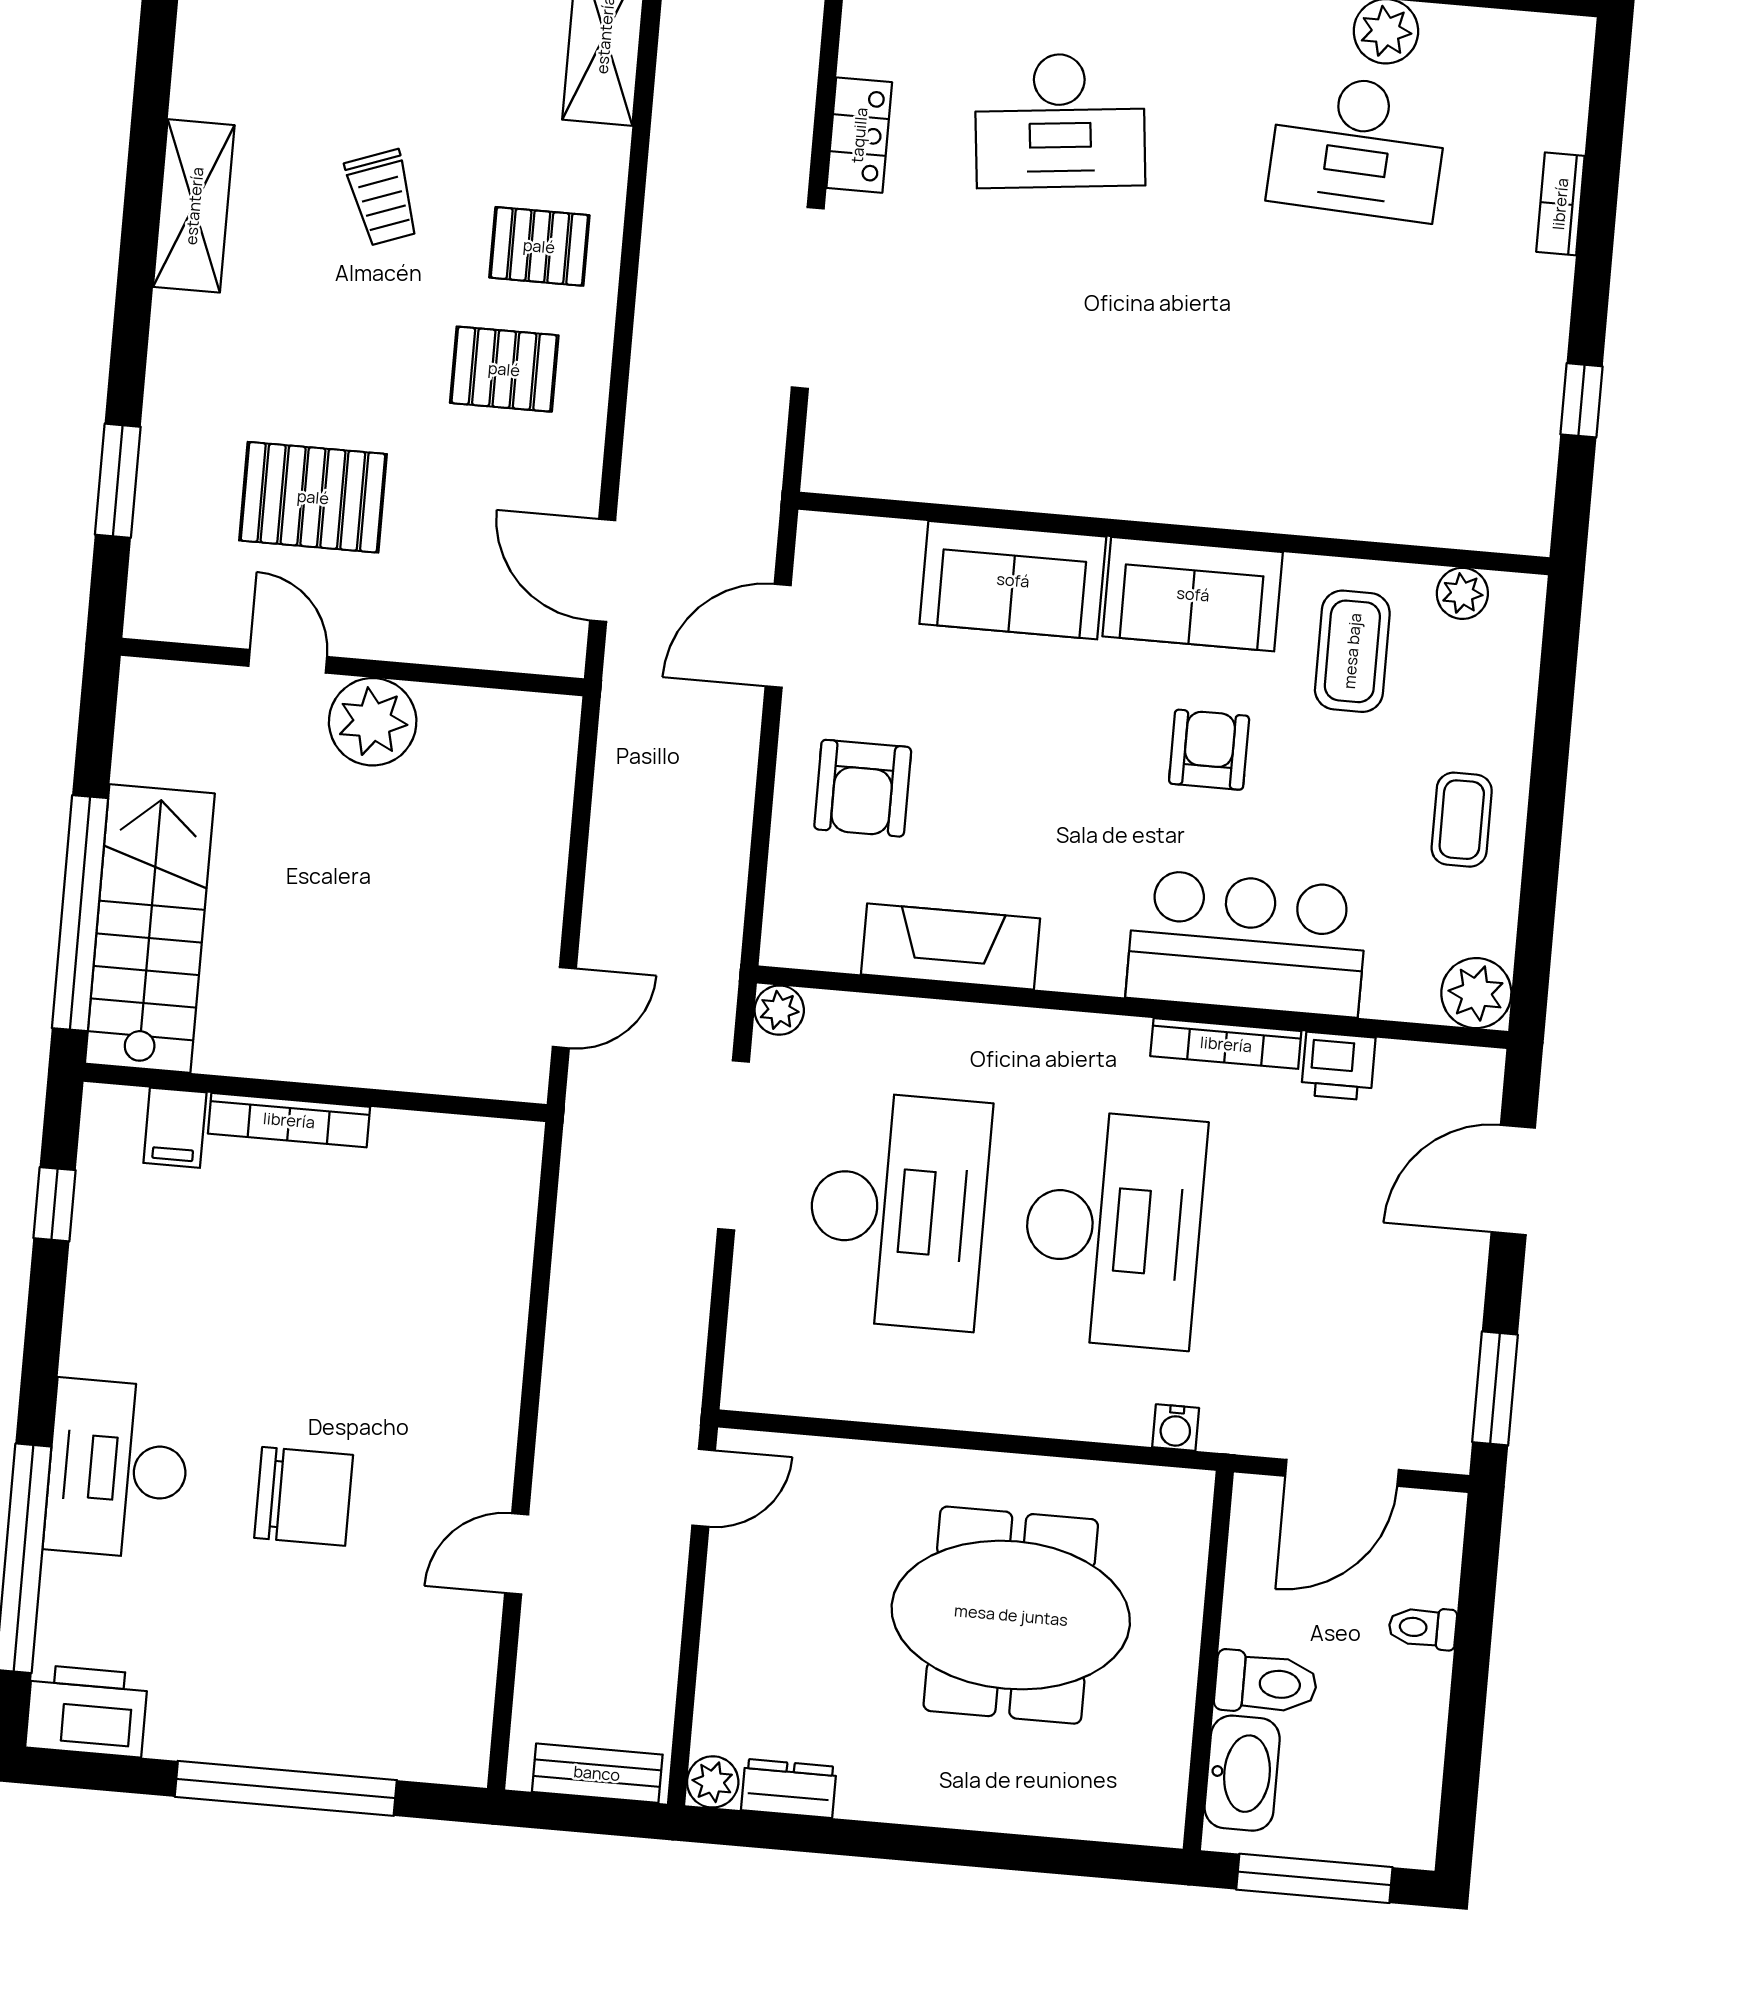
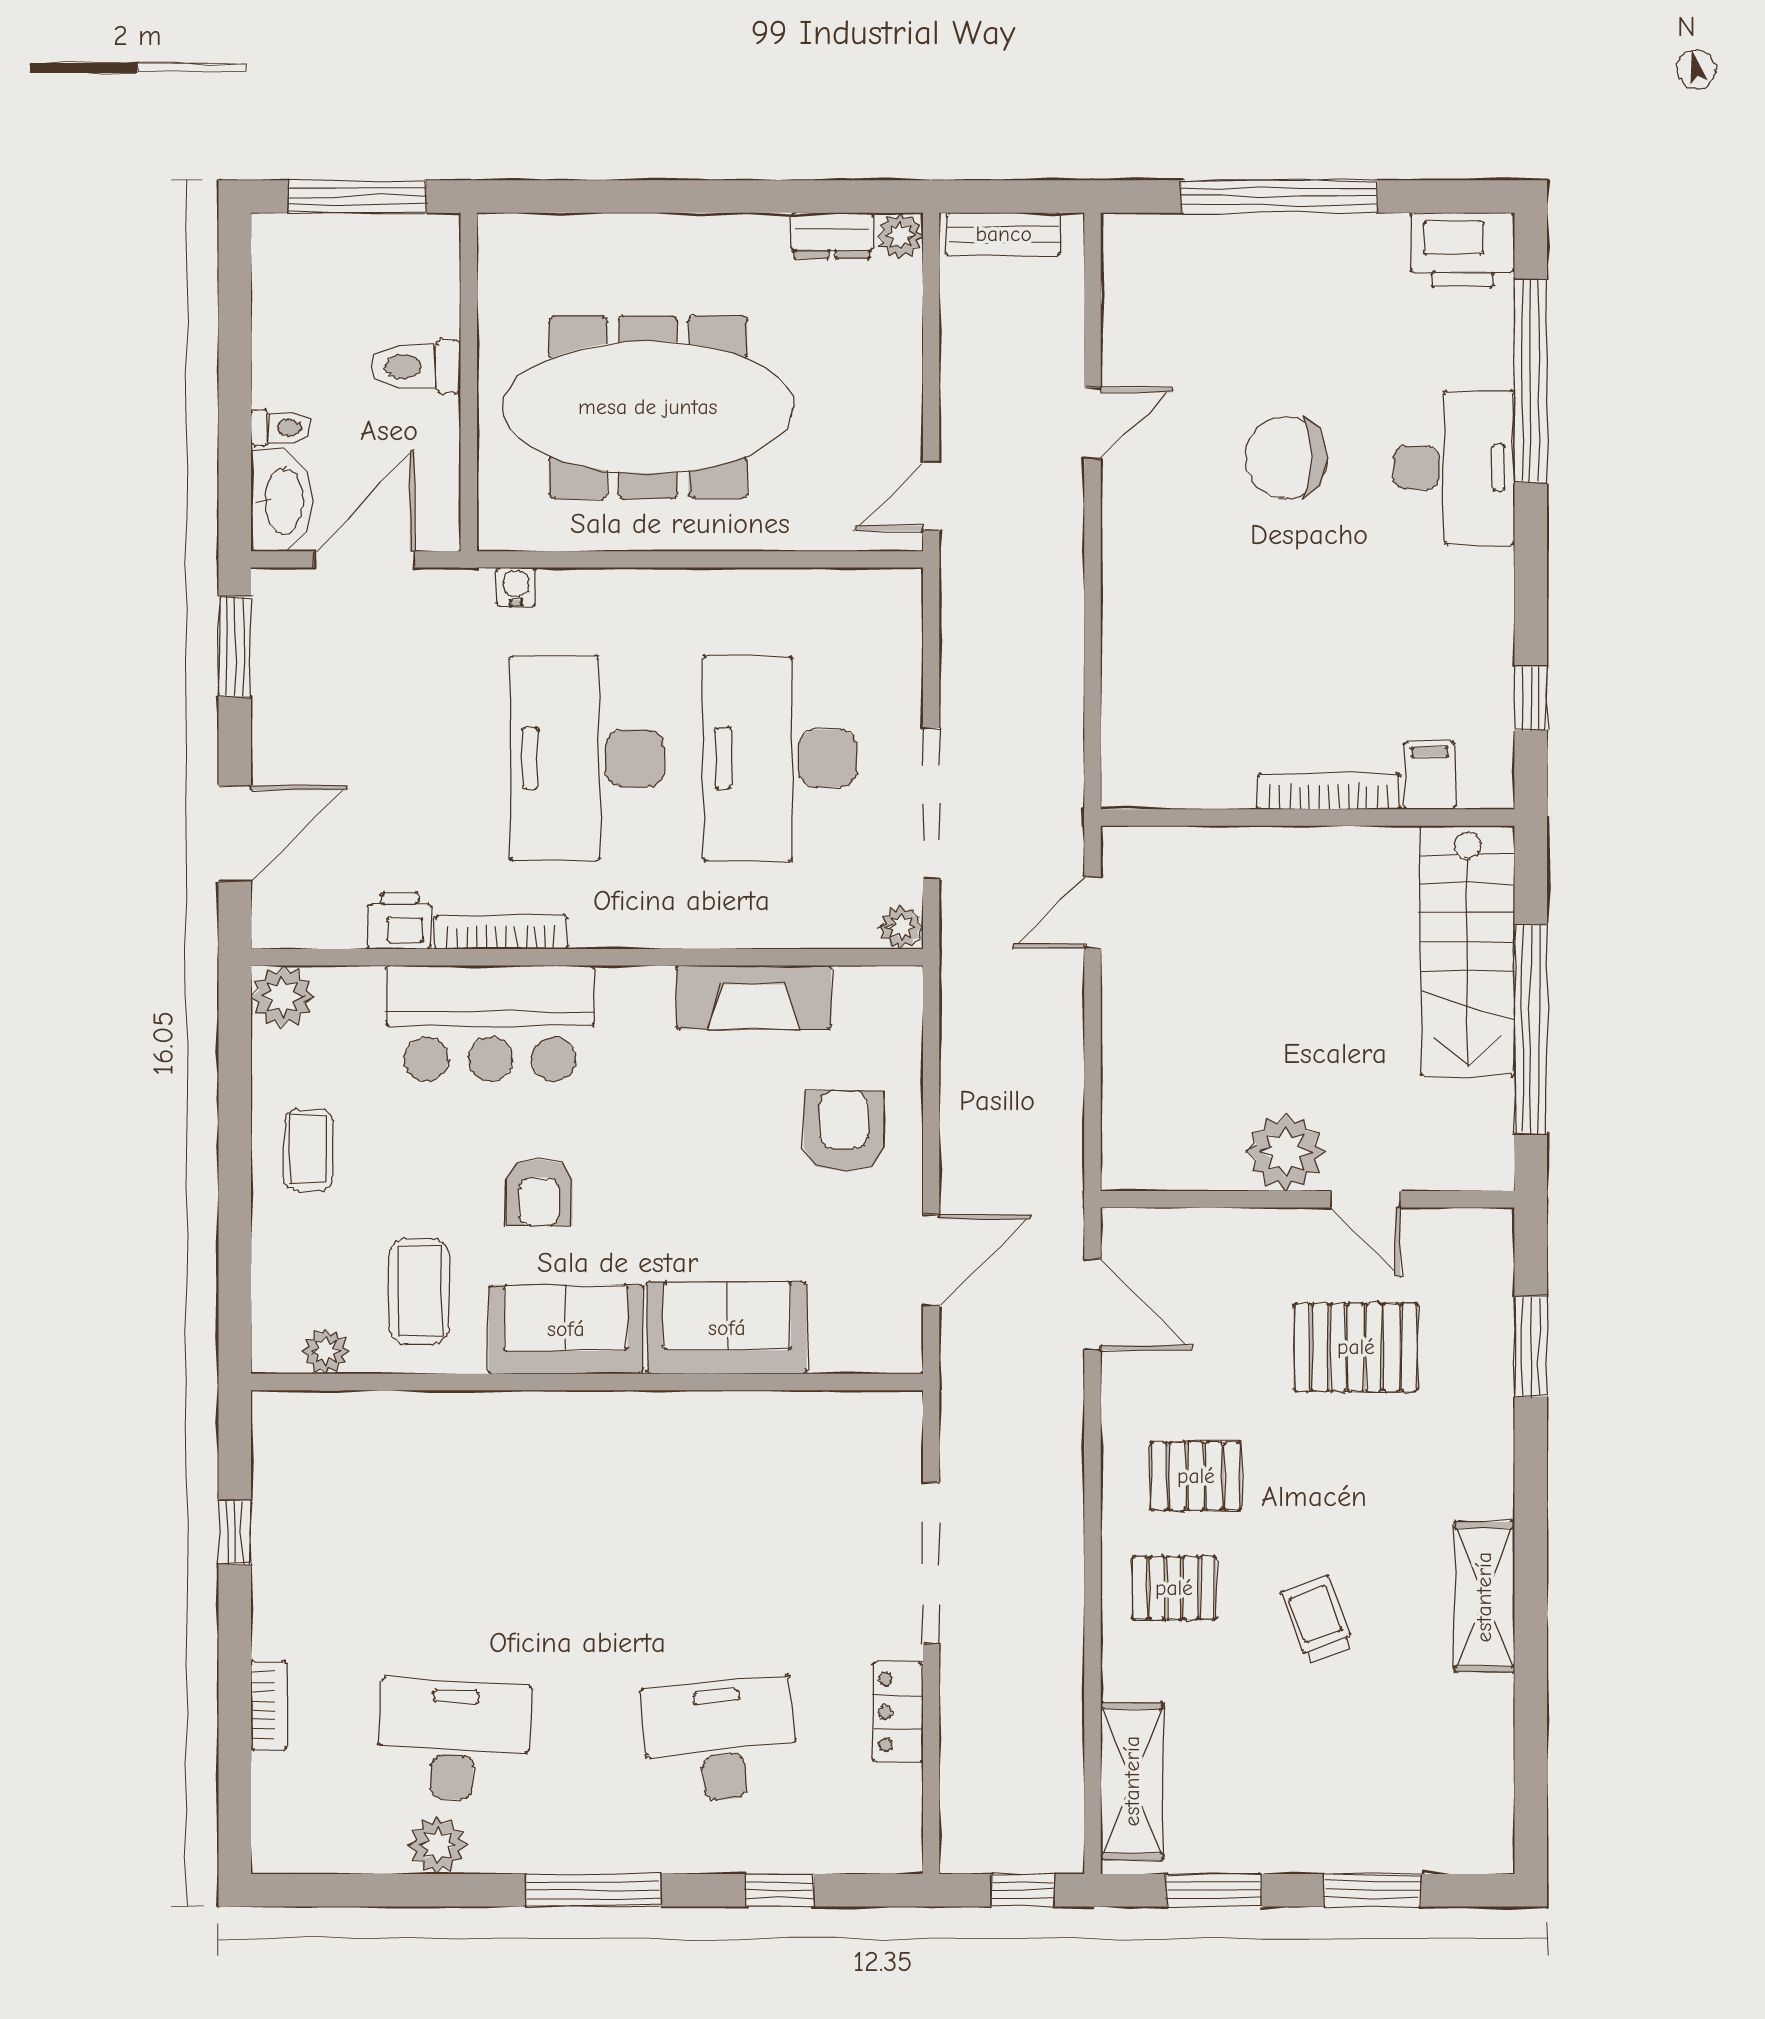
window: (80, 913) -> (1531, 1029), moved
meeting table: (1011, 1615) -> (648, 407), width x1.36
washbasin: (1242, 1773) -> (282, 501), moved, turned 180

